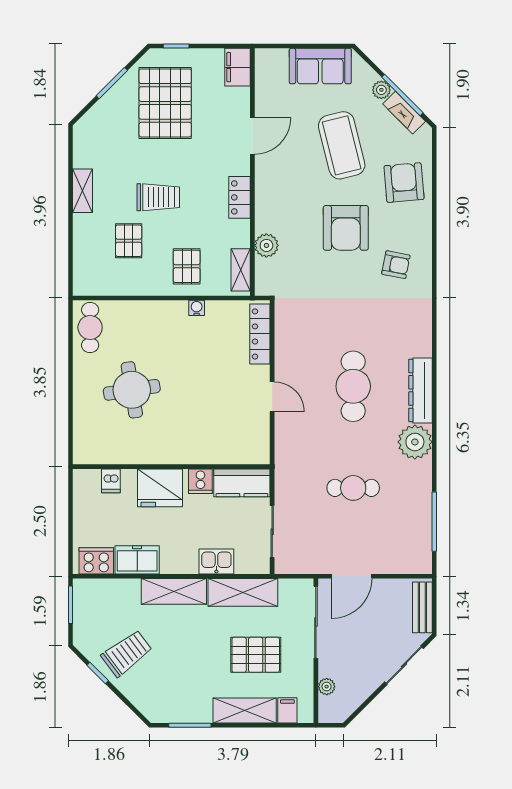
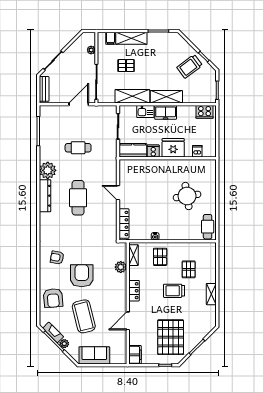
freezer: (137, 560) -> (166, 112), moved
pallet: (256, 655) -> (126, 66), width x0.67, depth x0.71

